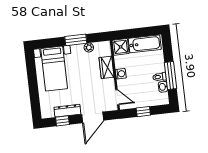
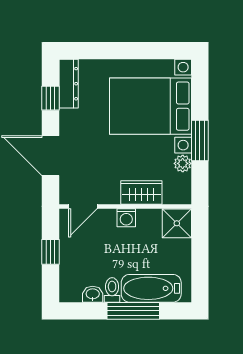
bathtub: (145, 44) -> (151, 288), moved, turned 90
bed with nightstands: (54, 69) -> (150, 106), width x1.36
window: (171, 75) -> (133, 311), moved
dresser: (67, 111) -> (69, 84), moved

